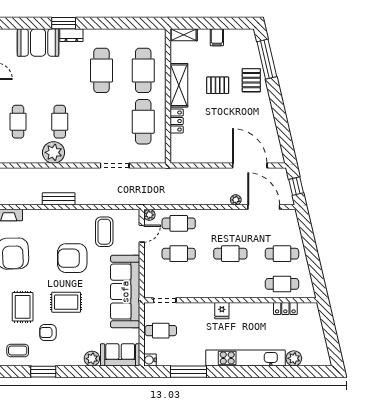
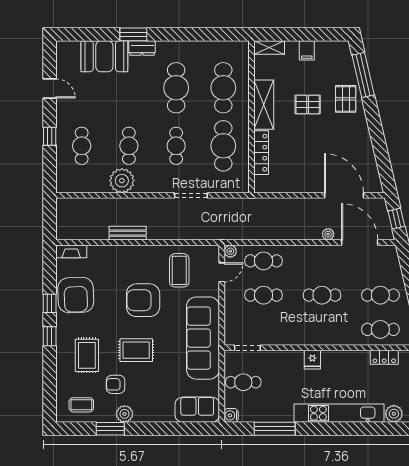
locker: (177, 121) -> (261, 153), width x1.53
cafe table: (101, 122) -> (176, 146), added
plant: (92, 359) -> (124, 414), moved

